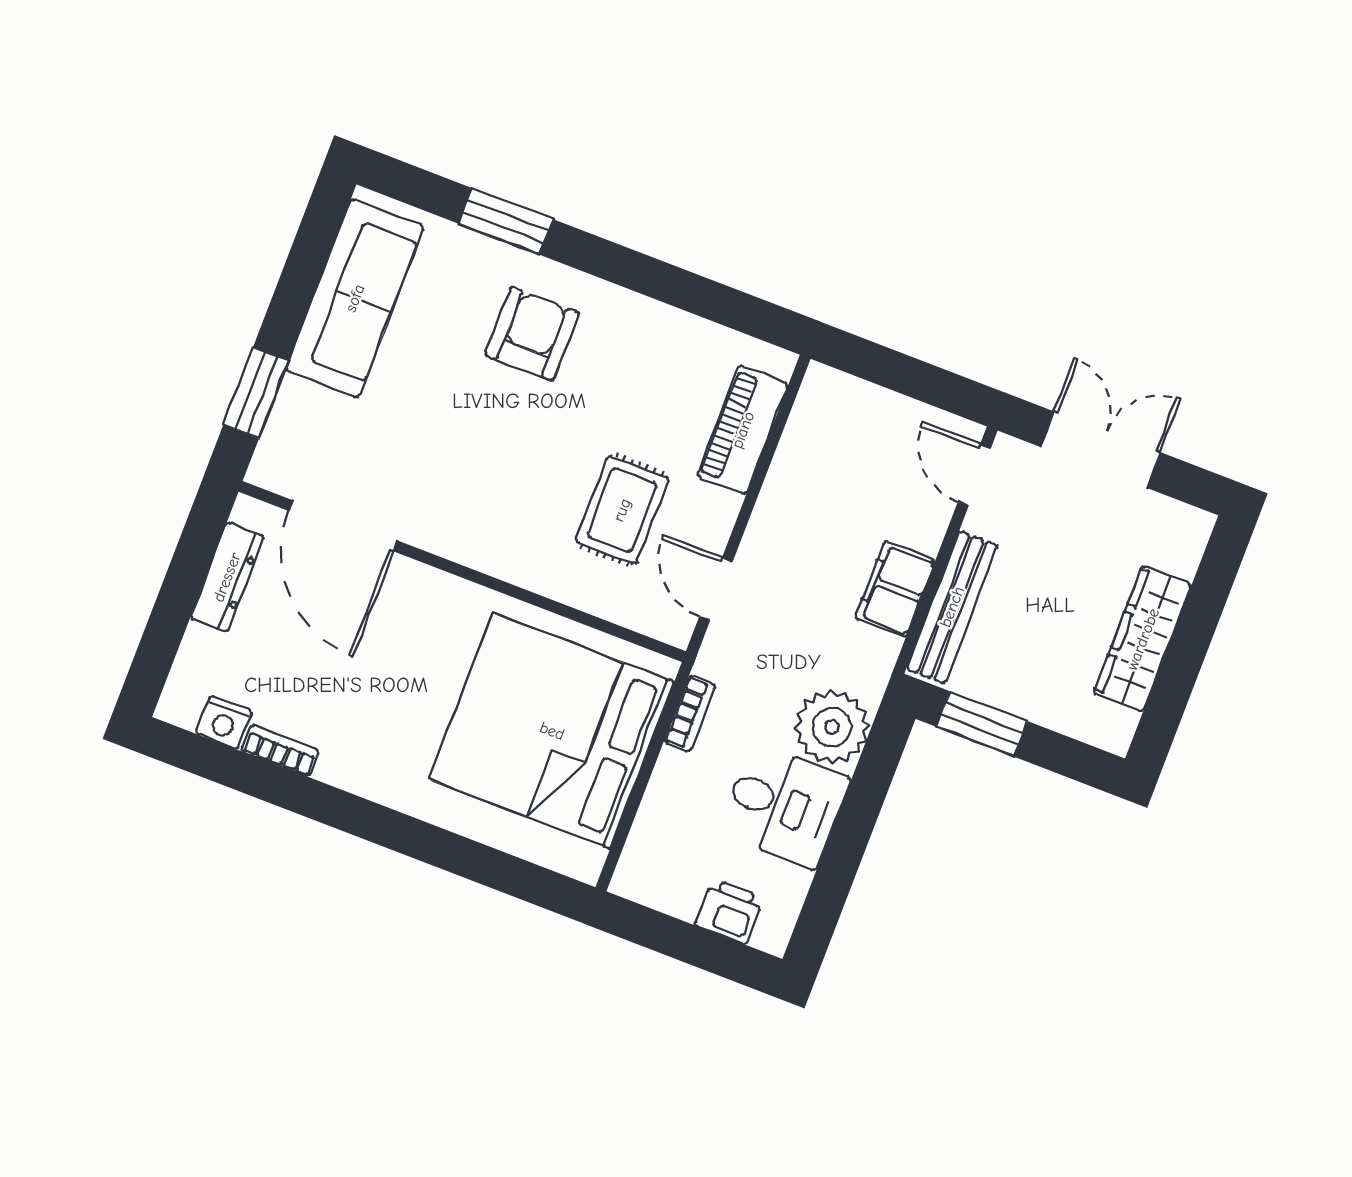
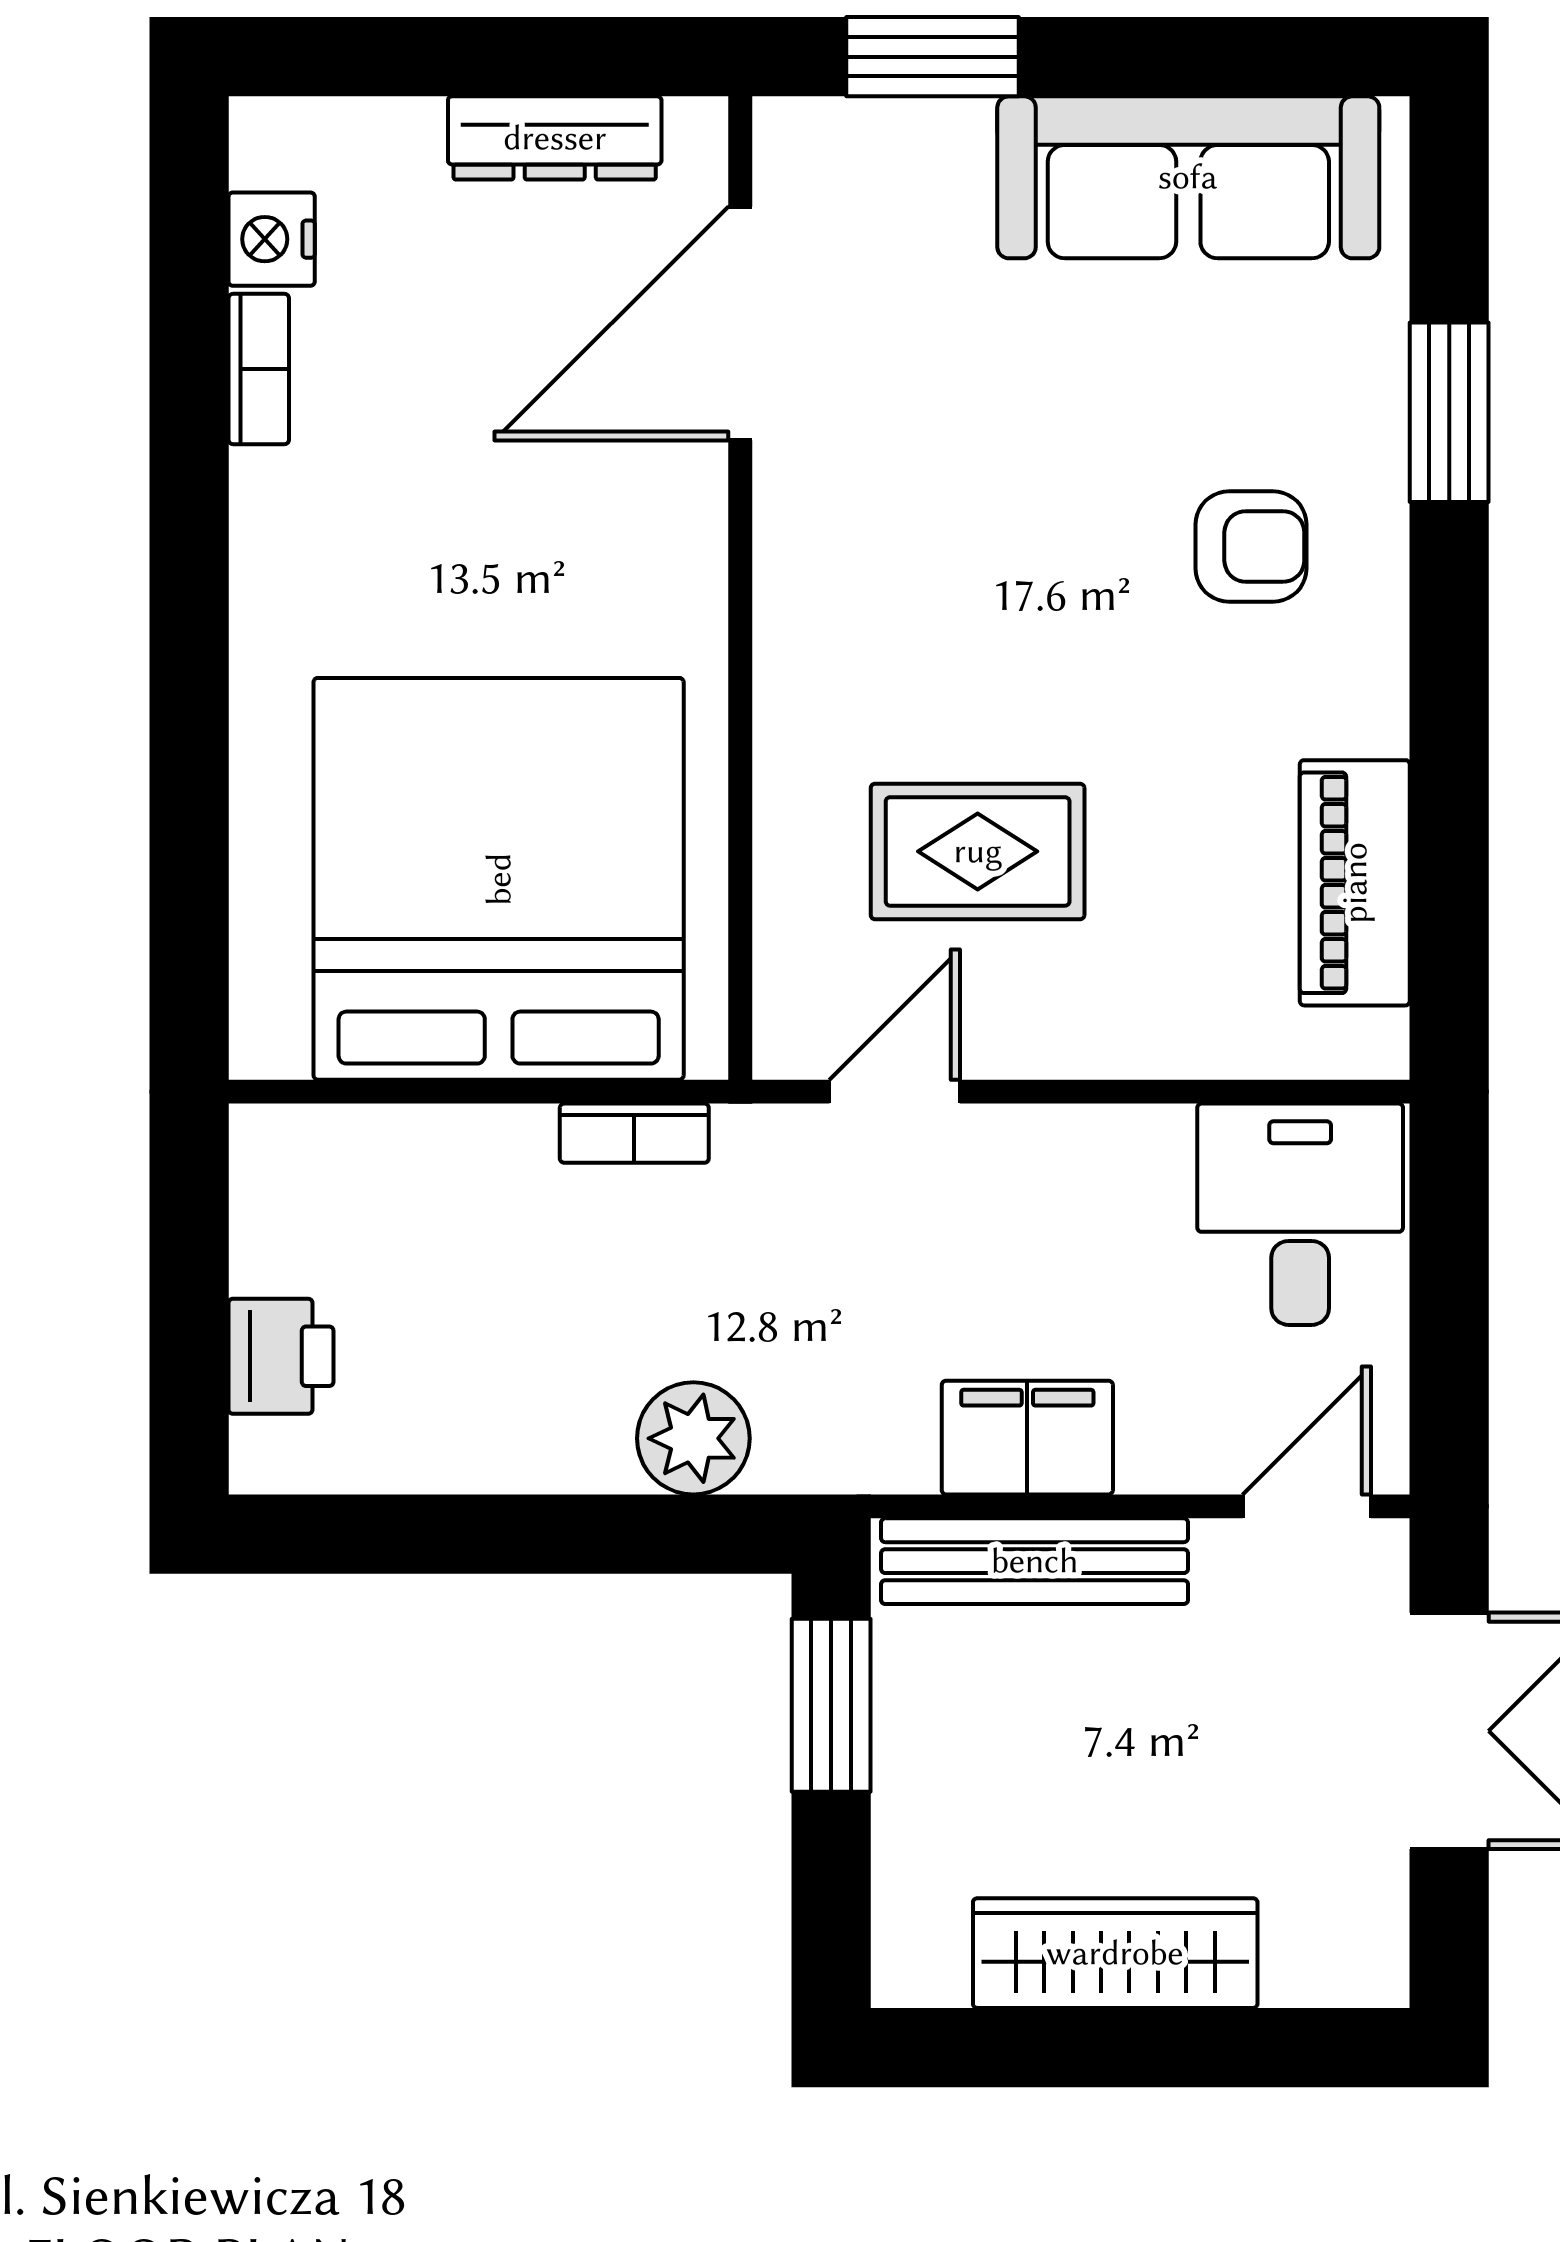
armchair: (532, 334) -> (1251, 546), width x0.72, depth x0.72
piano: (743, 430) -> (1355, 883), moved, turned -90
plant: (832, 727) -> (693, 1438), width x0.73, depth x0.73
desk: (784, 806) -> (1300, 1214), moved, turned 180

